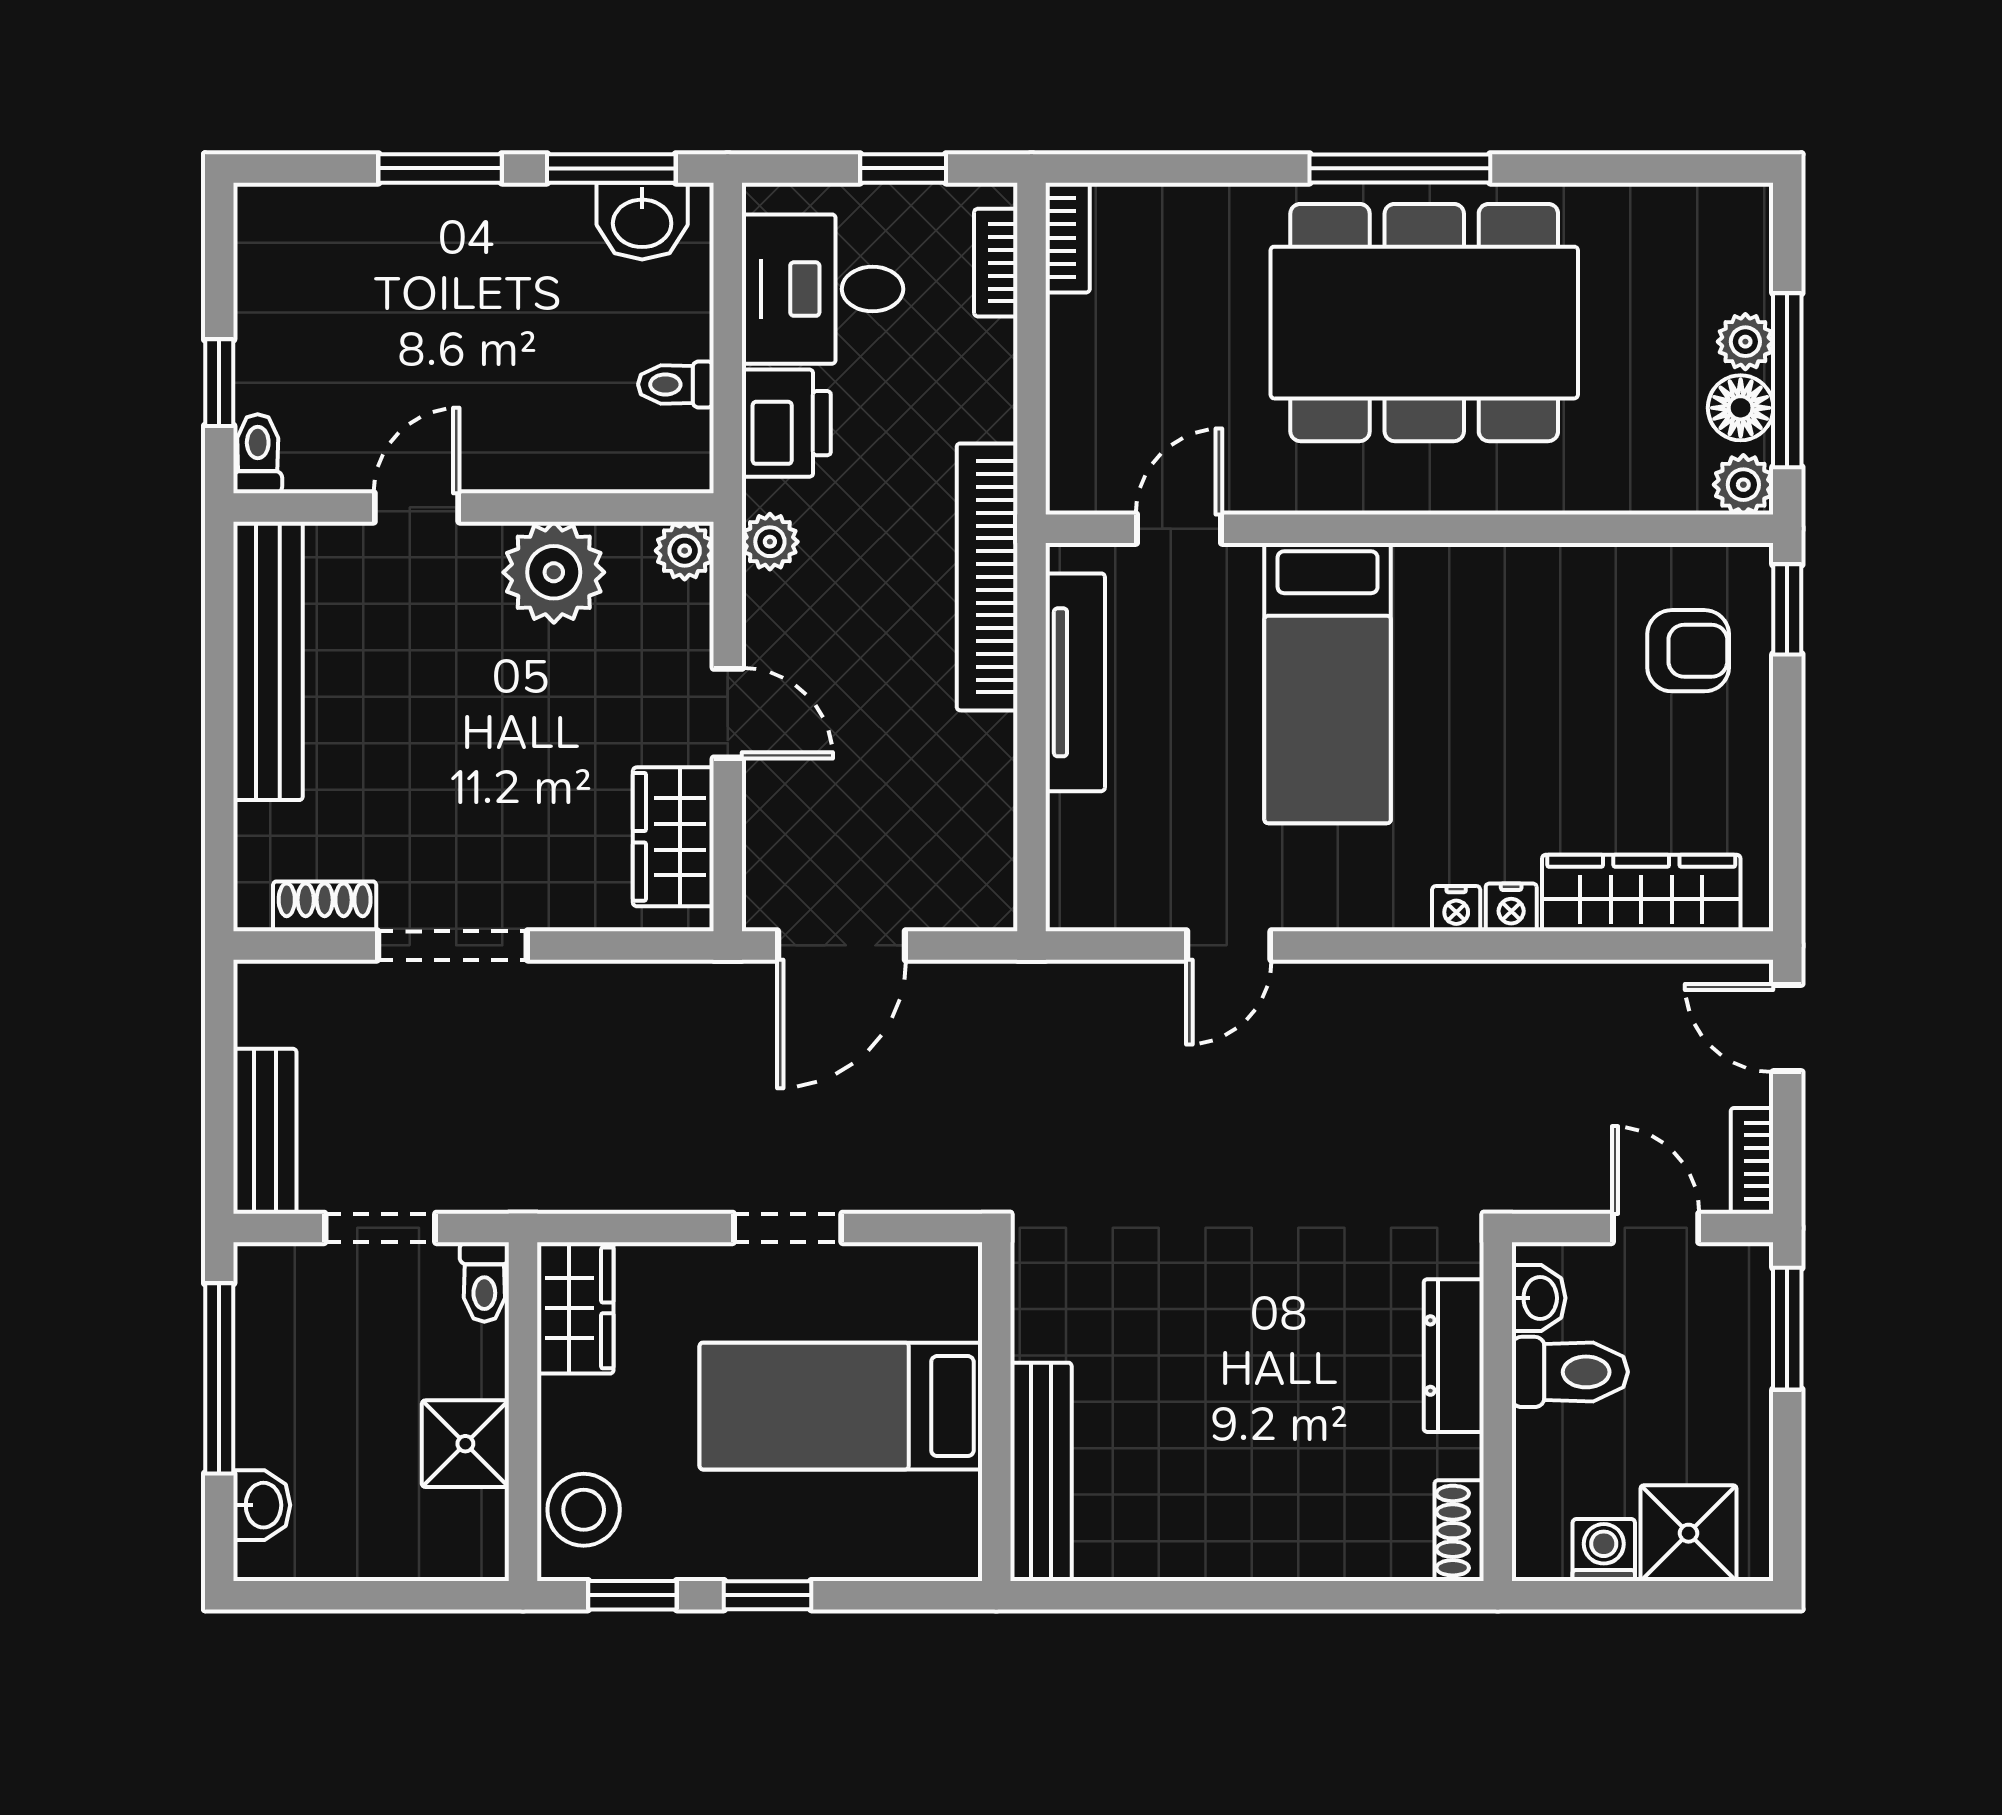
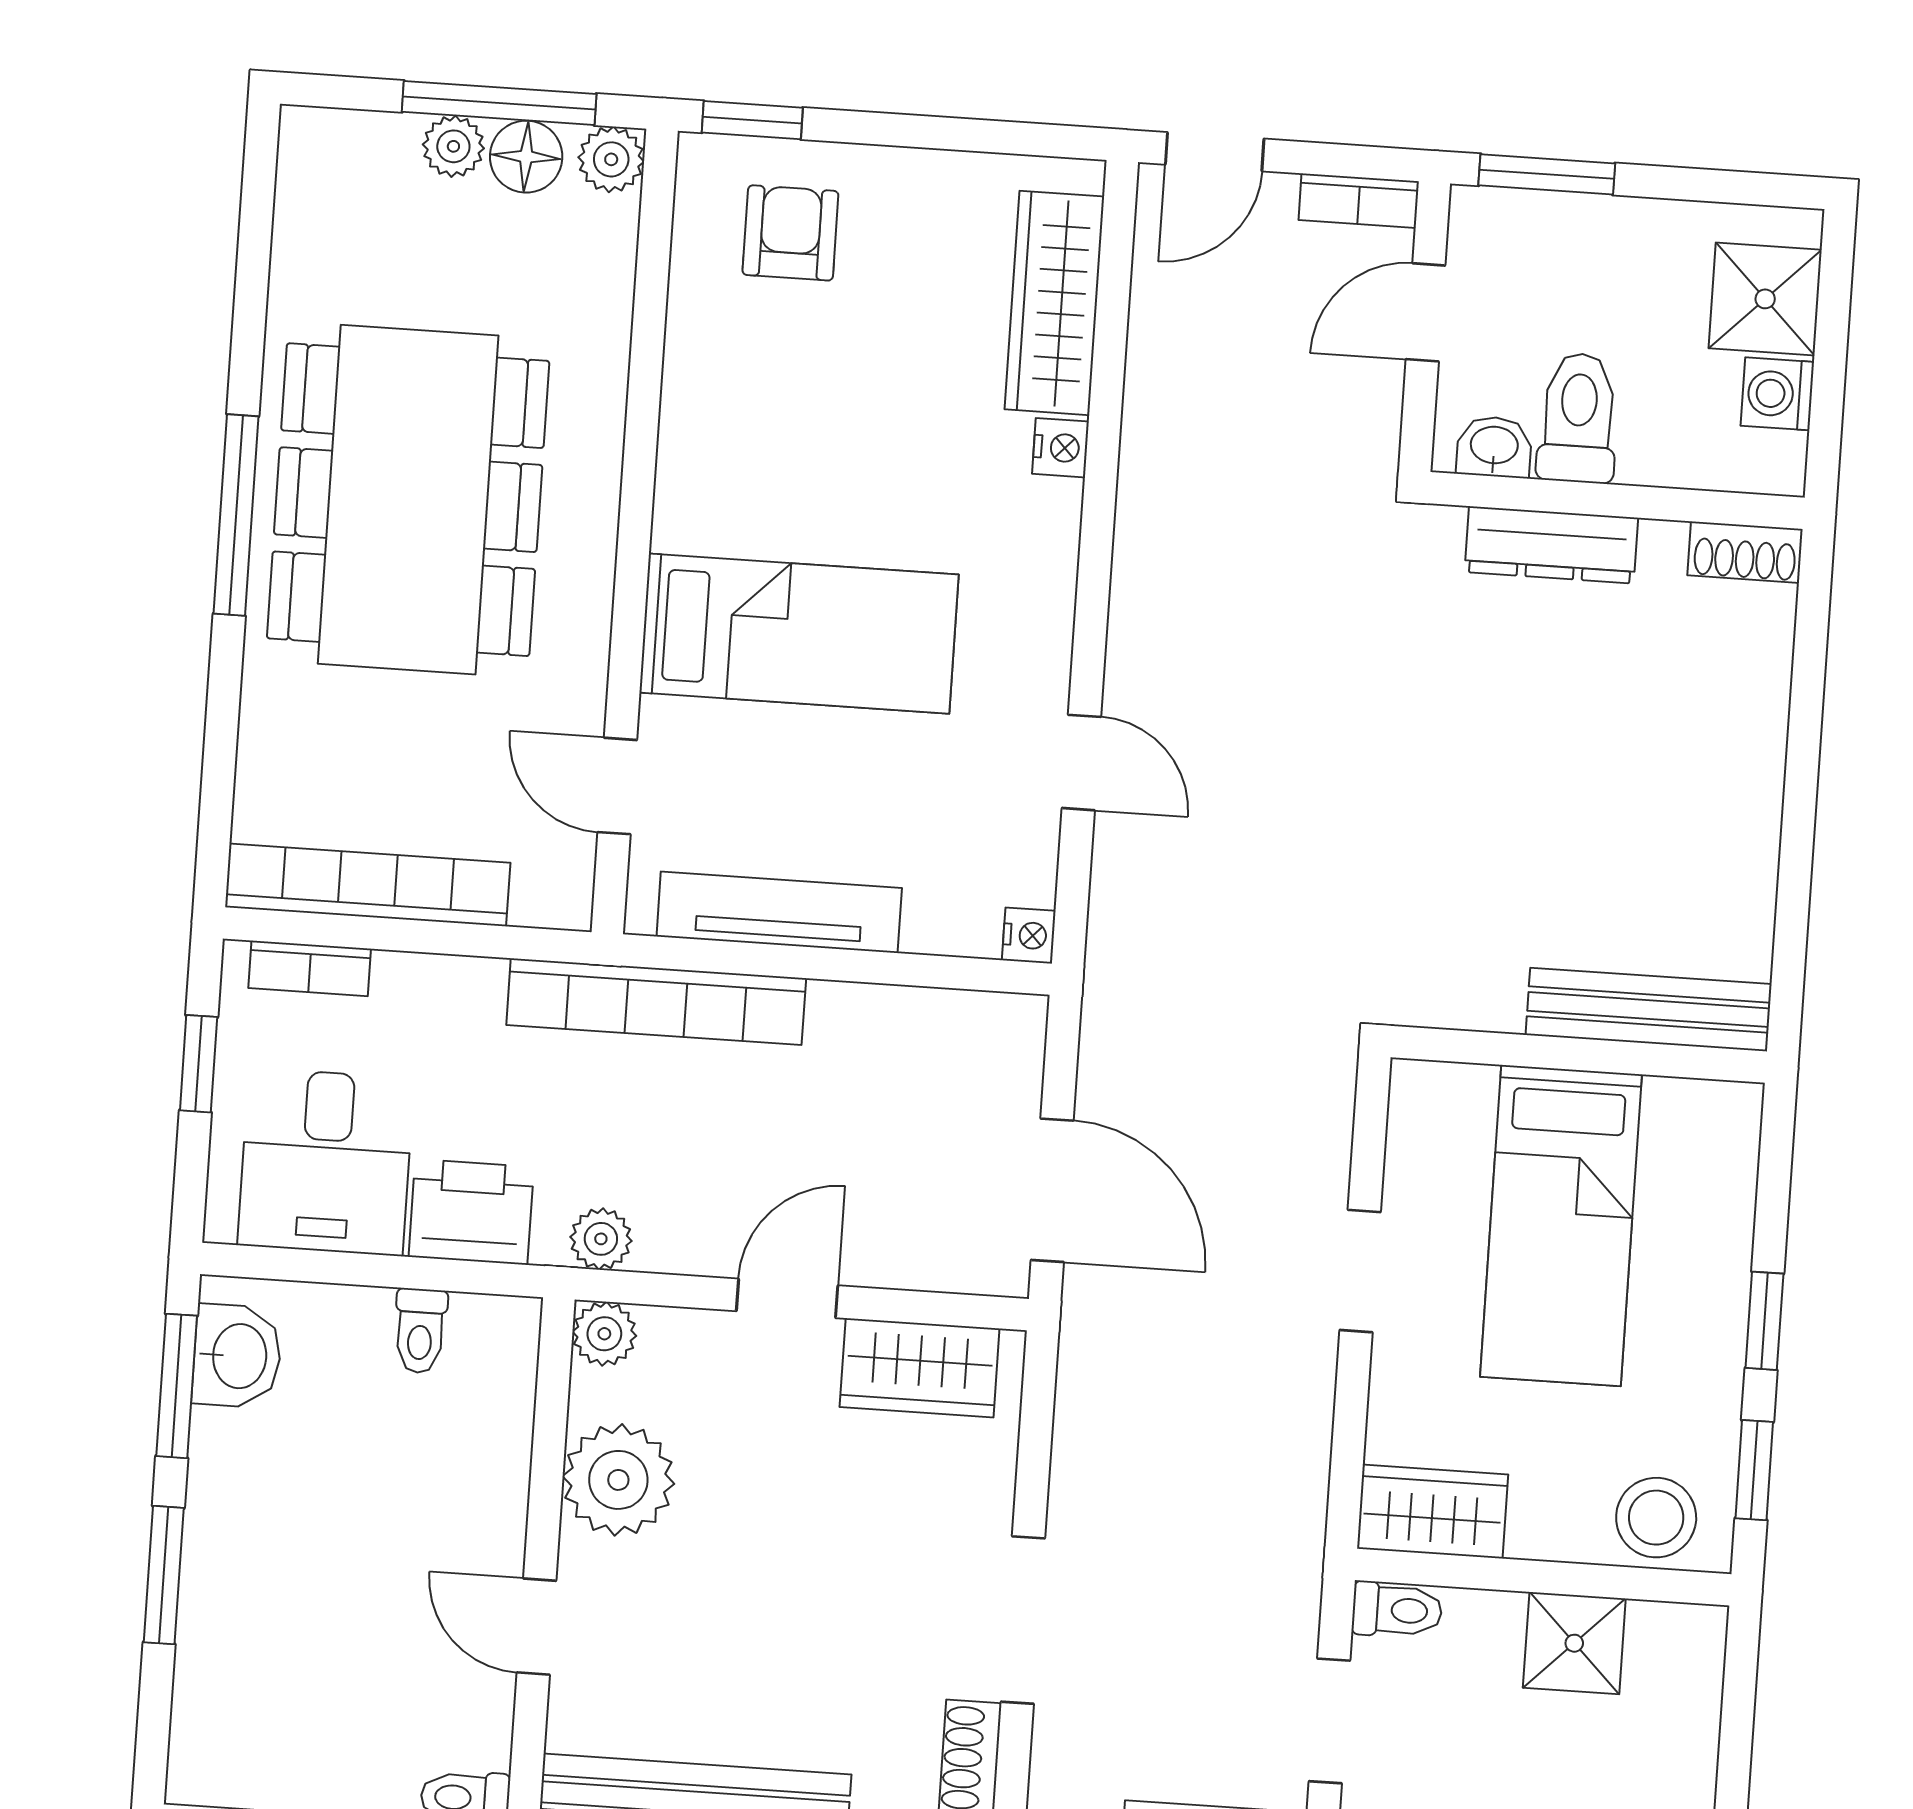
bookcase: (1068, 238) -> (368, 885), width x2.31, depth x1.31
nightstand: (1456, 909) -> (1029, 935), moved

